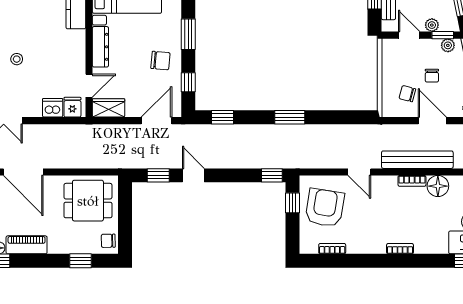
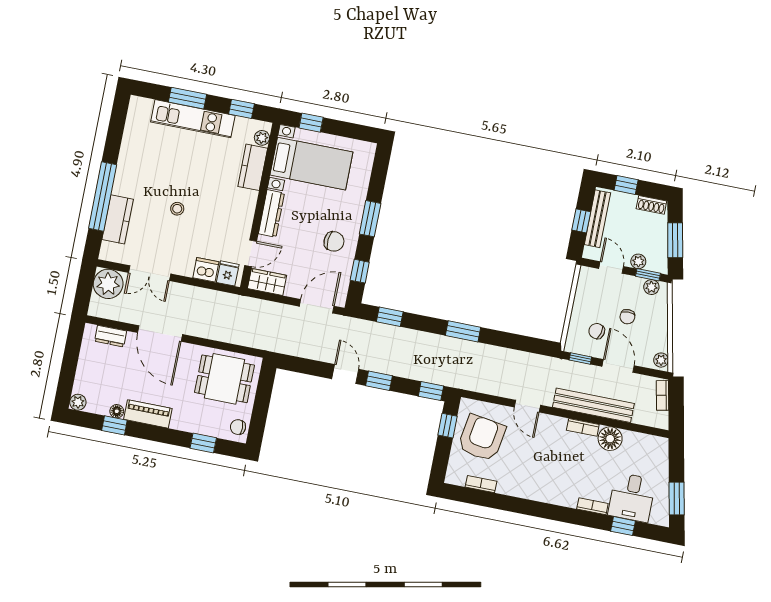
window: (398, 121) -> (580, 358), added
window: (158, 175) -> (379, 381), moved
bookcase: (400, 249) -> (592, 506), moved

